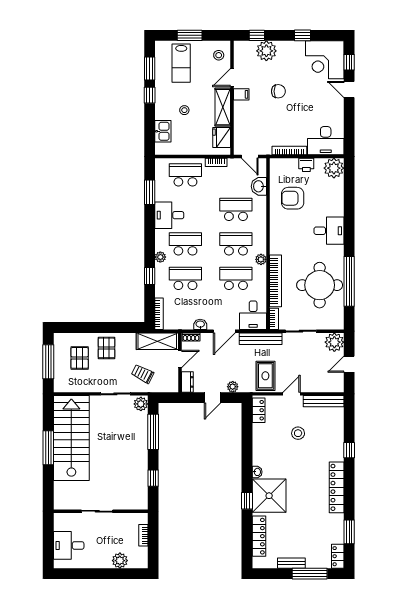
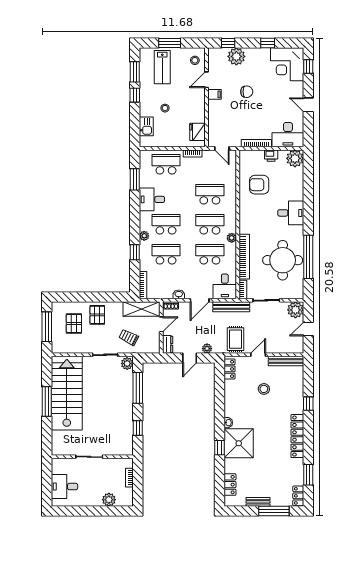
door: (349, 90) -> (308, 105), moved
shelving: (223, 107) -> (198, 105), removed
washbasin: (259, 186) -> (230, 174), removed
locker: (259, 536) -> (230, 485), width x0.66

